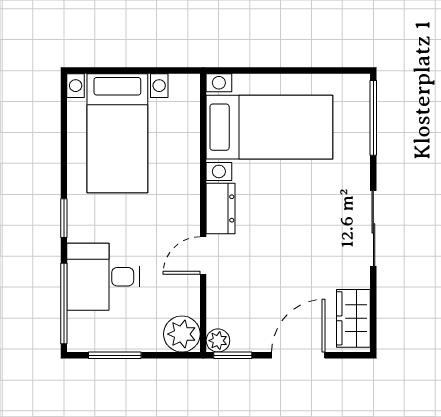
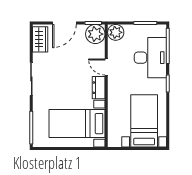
door: (203, 255) -> (106, 67), swing flipped
desk: (103, 277) -> (150, 58), width x1.37
plant: (218, 341) -> (95, 34), width x1.88, depth x1.88

